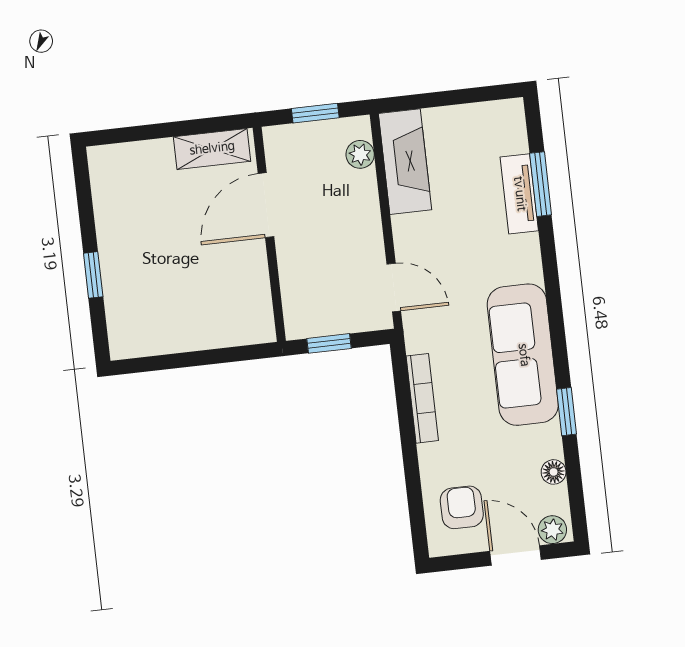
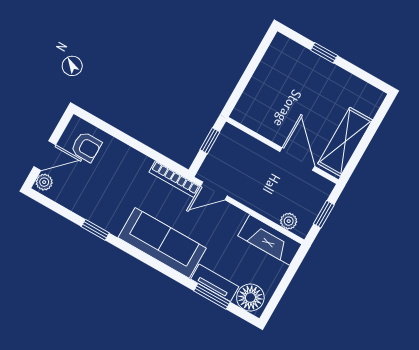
shelving: (212, 149) -> (345, 142), width x1.50, depth x1.33
sofa: (523, 355) -> (162, 243), moved
bookcase: (422, 398) -> (175, 179), moved
floor lamp: (554, 472) -> (250, 298), moved, width x1.89, depth x1.89

